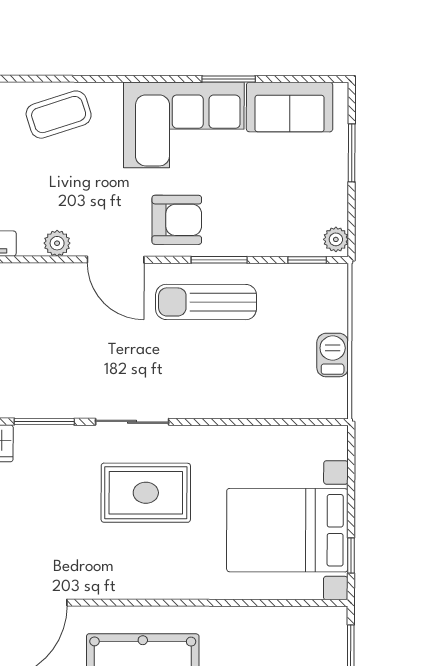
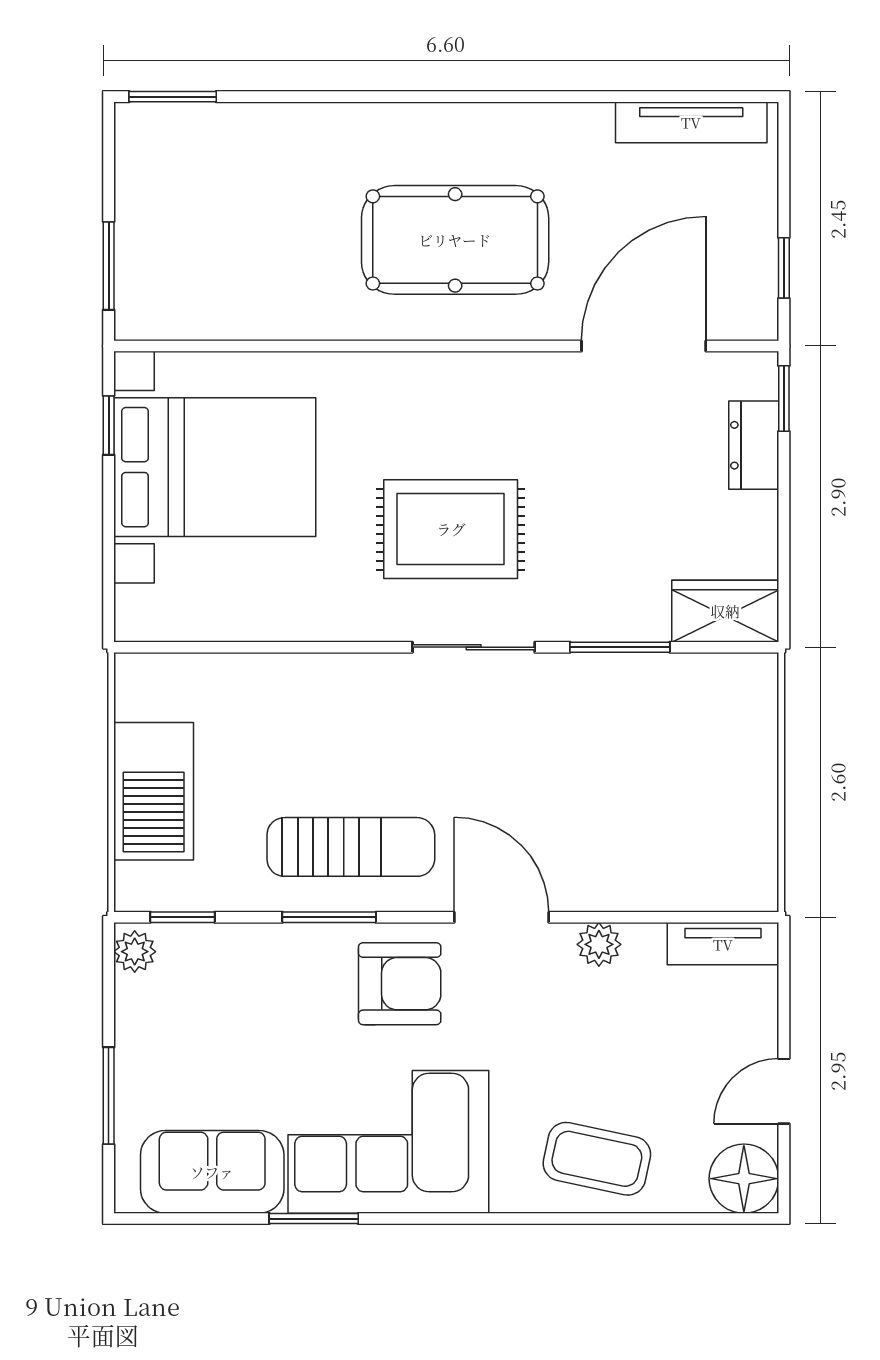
coffee table: (59, 115) -> (597, 1159), turned 30
armchair: (177, 220) -> (400, 984), turned 180
barbecue: (333, 355) -> (154, 791), width x1.88, depth x1.53

